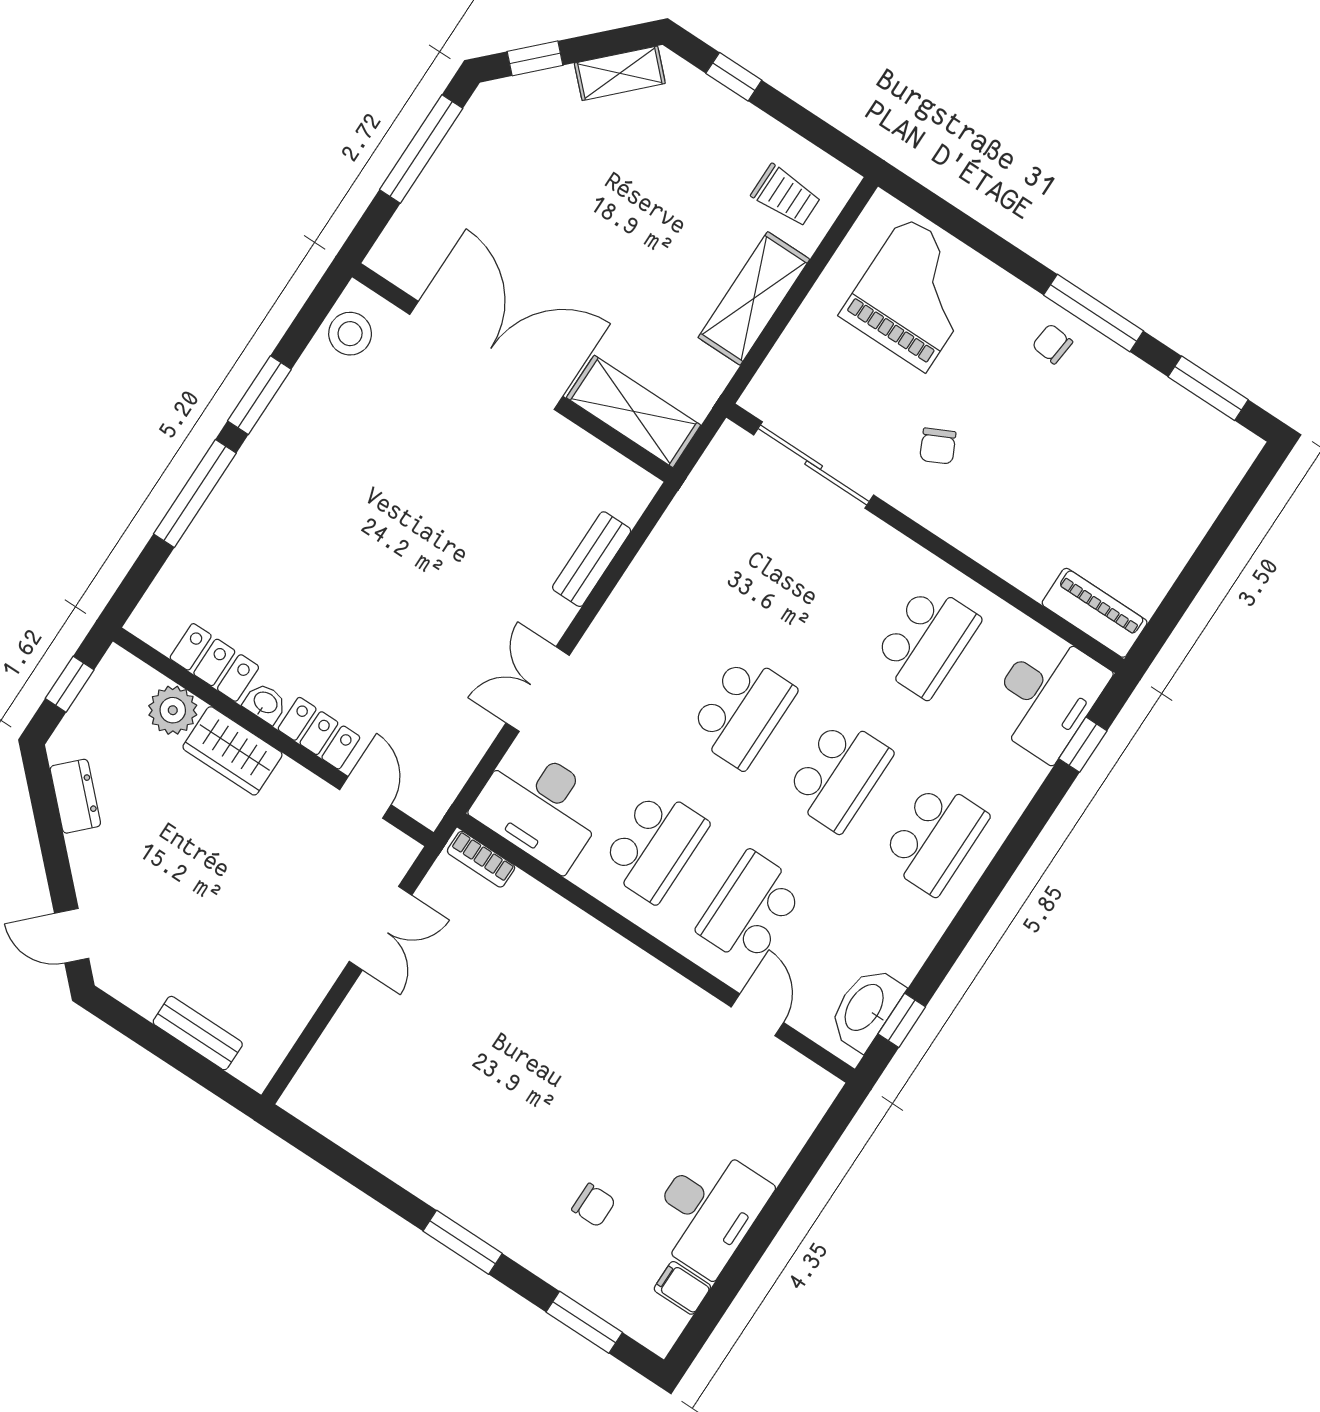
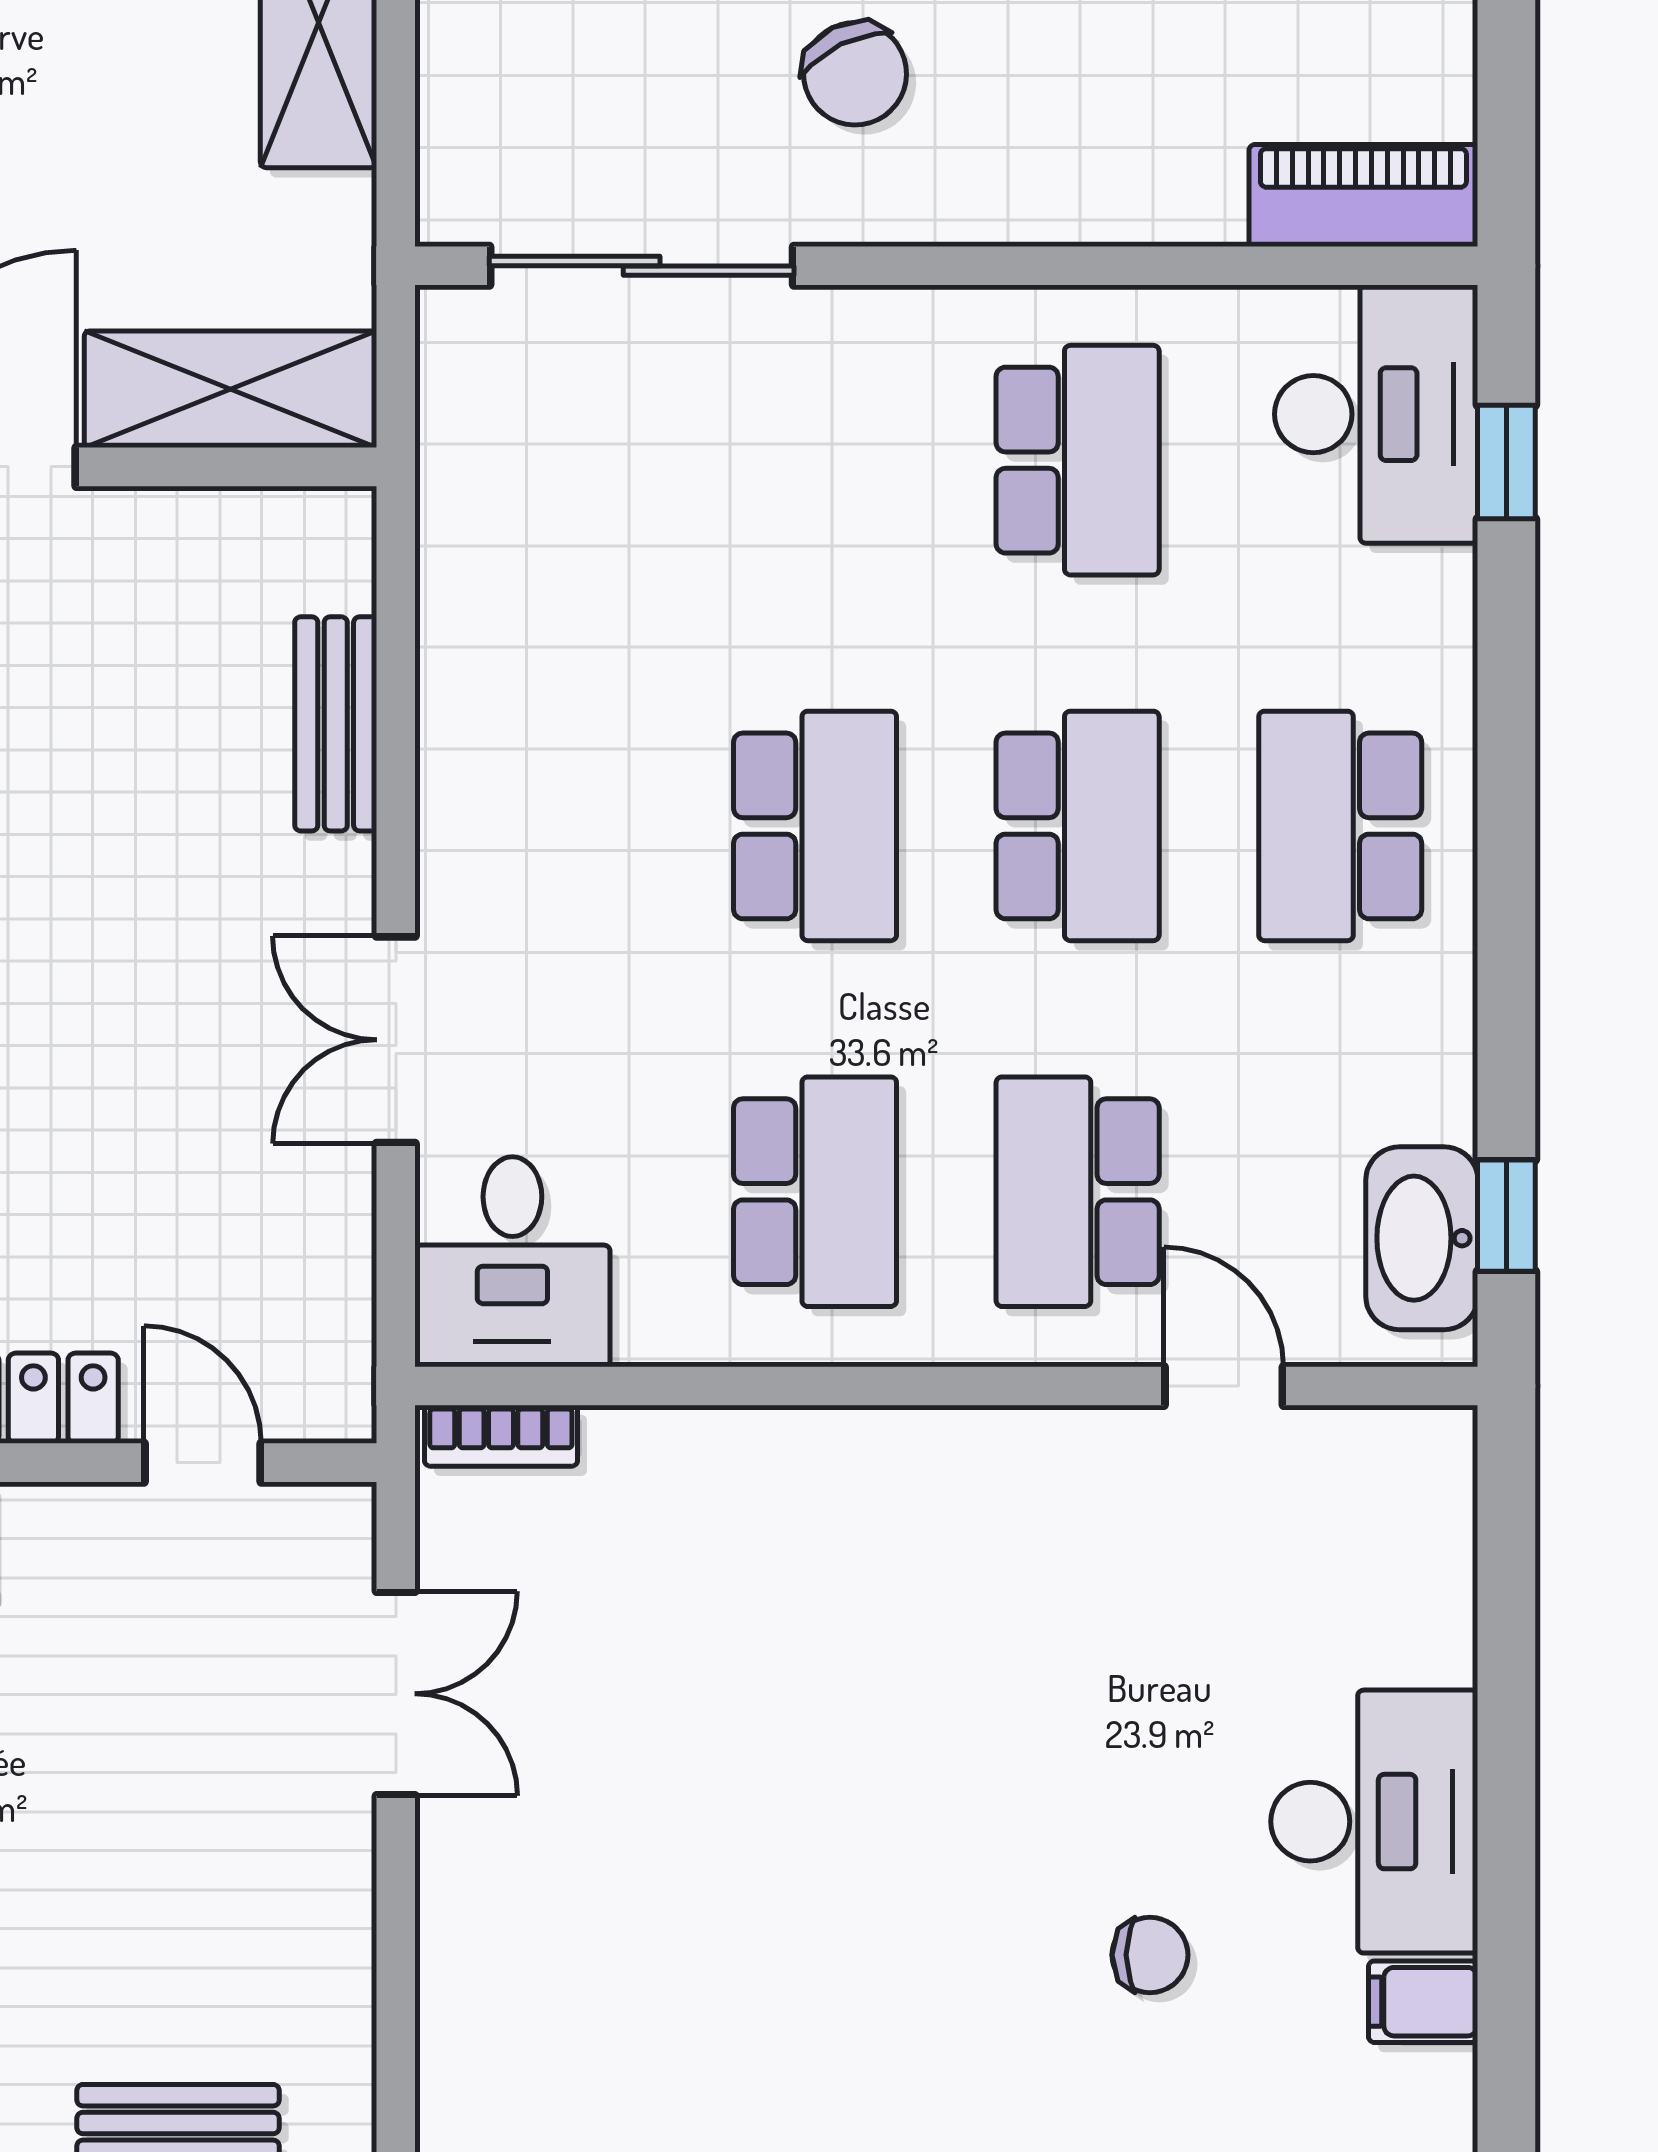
chair: (938, 446) -> (855, 74), width x1.37, depth x1.37
desk: (540, 807) -> (512, 1262), width x0.73
school desk: (935, 838) -> (1340, 826), turned 180

